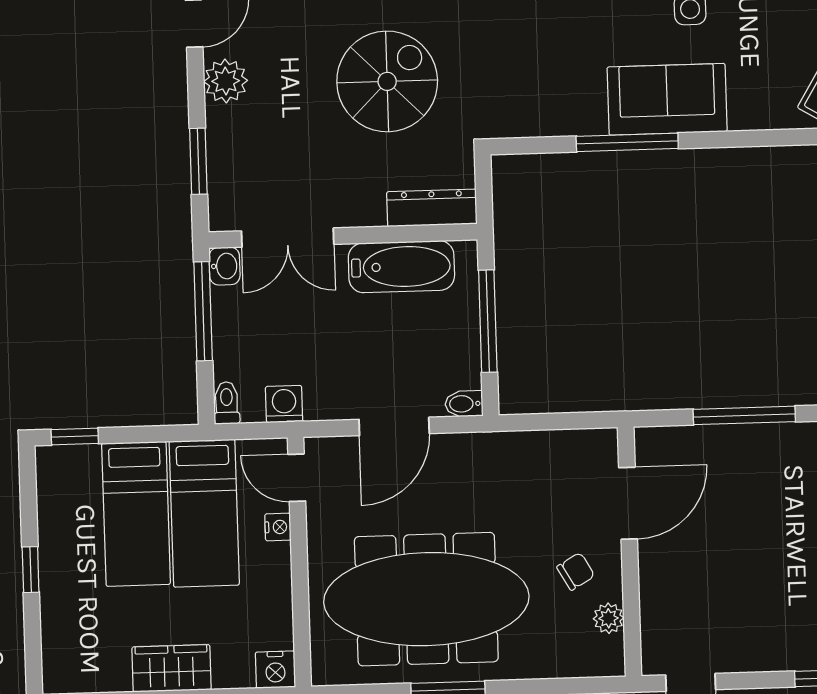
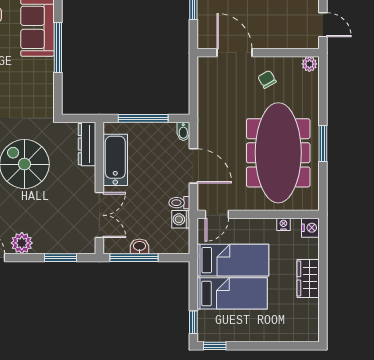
washbasin: (225, 266) -> (140, 246), moved
toilet: (227, 403) -> (179, 203), moved
nightstand: (278, 527) -> (283, 224), moved
window: (31, 570) -> (215, 346), moved
plant: (609, 618) -> (309, 64), moved

